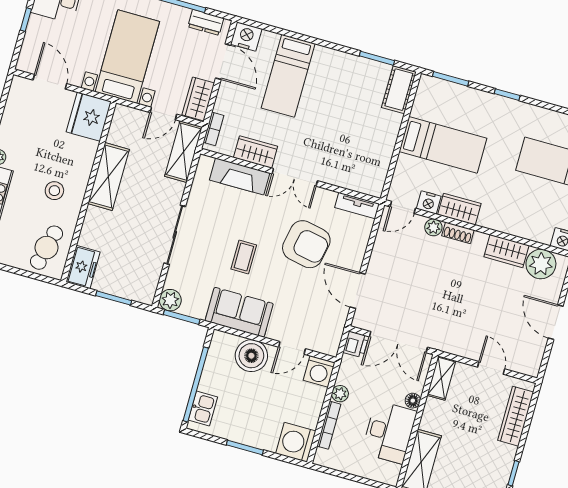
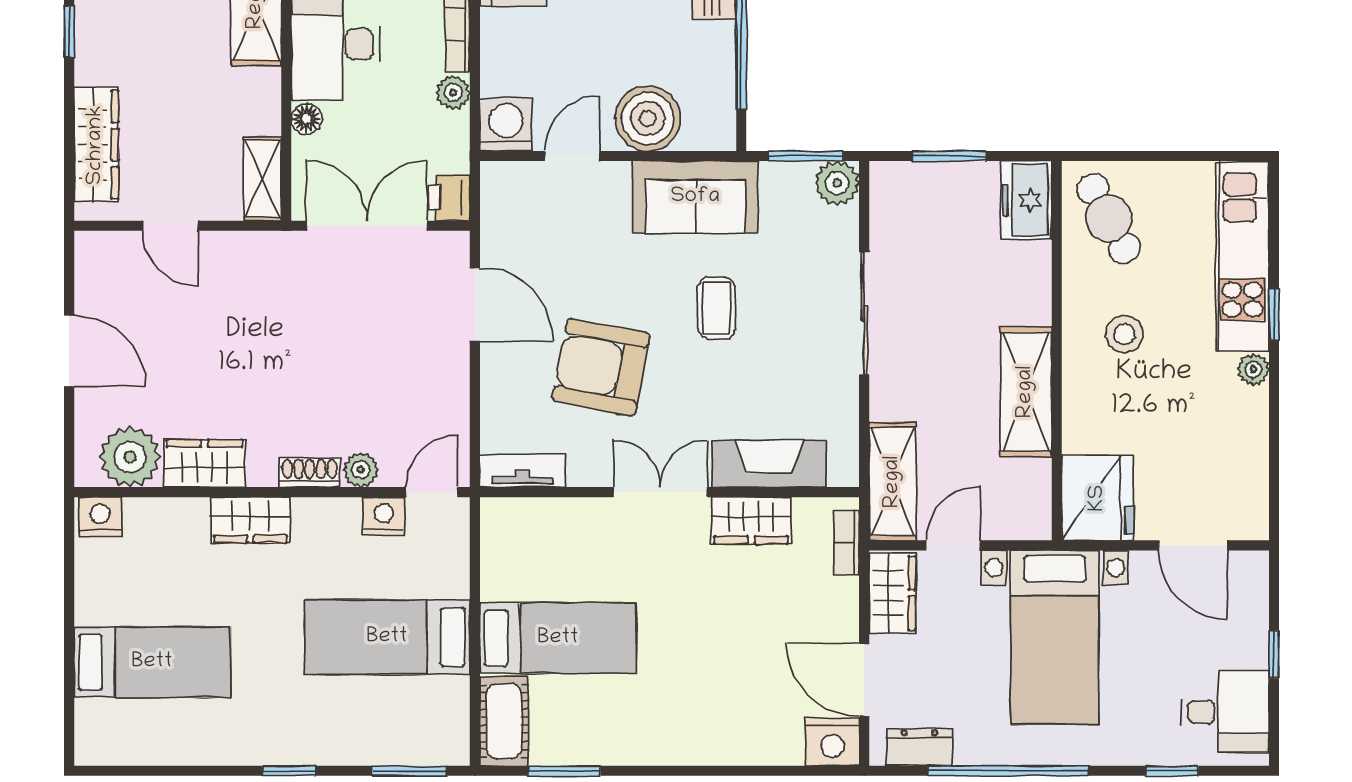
bed: (288, 76) -> (558, 638), moved, turned 90
wardrobe: (459, 209) -> (250, 520), moved
cafe table: (47, 248) -> (1109, 218), turned -42

